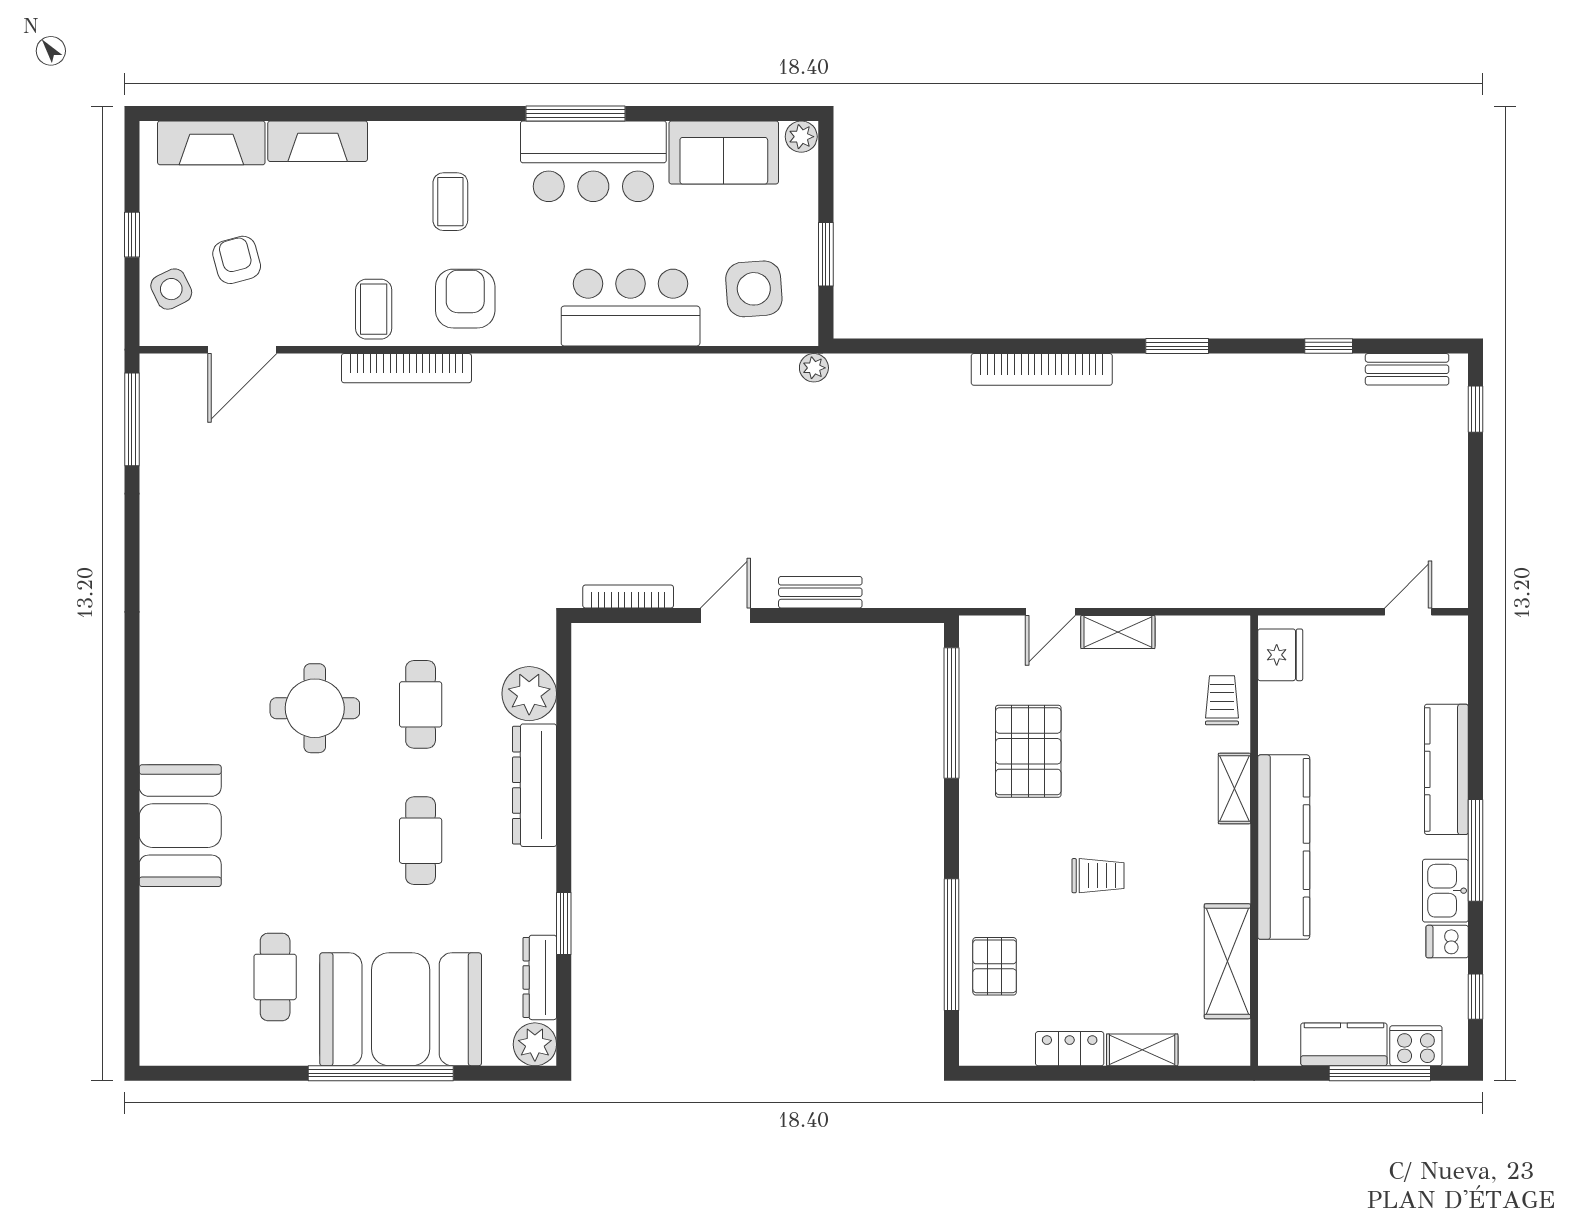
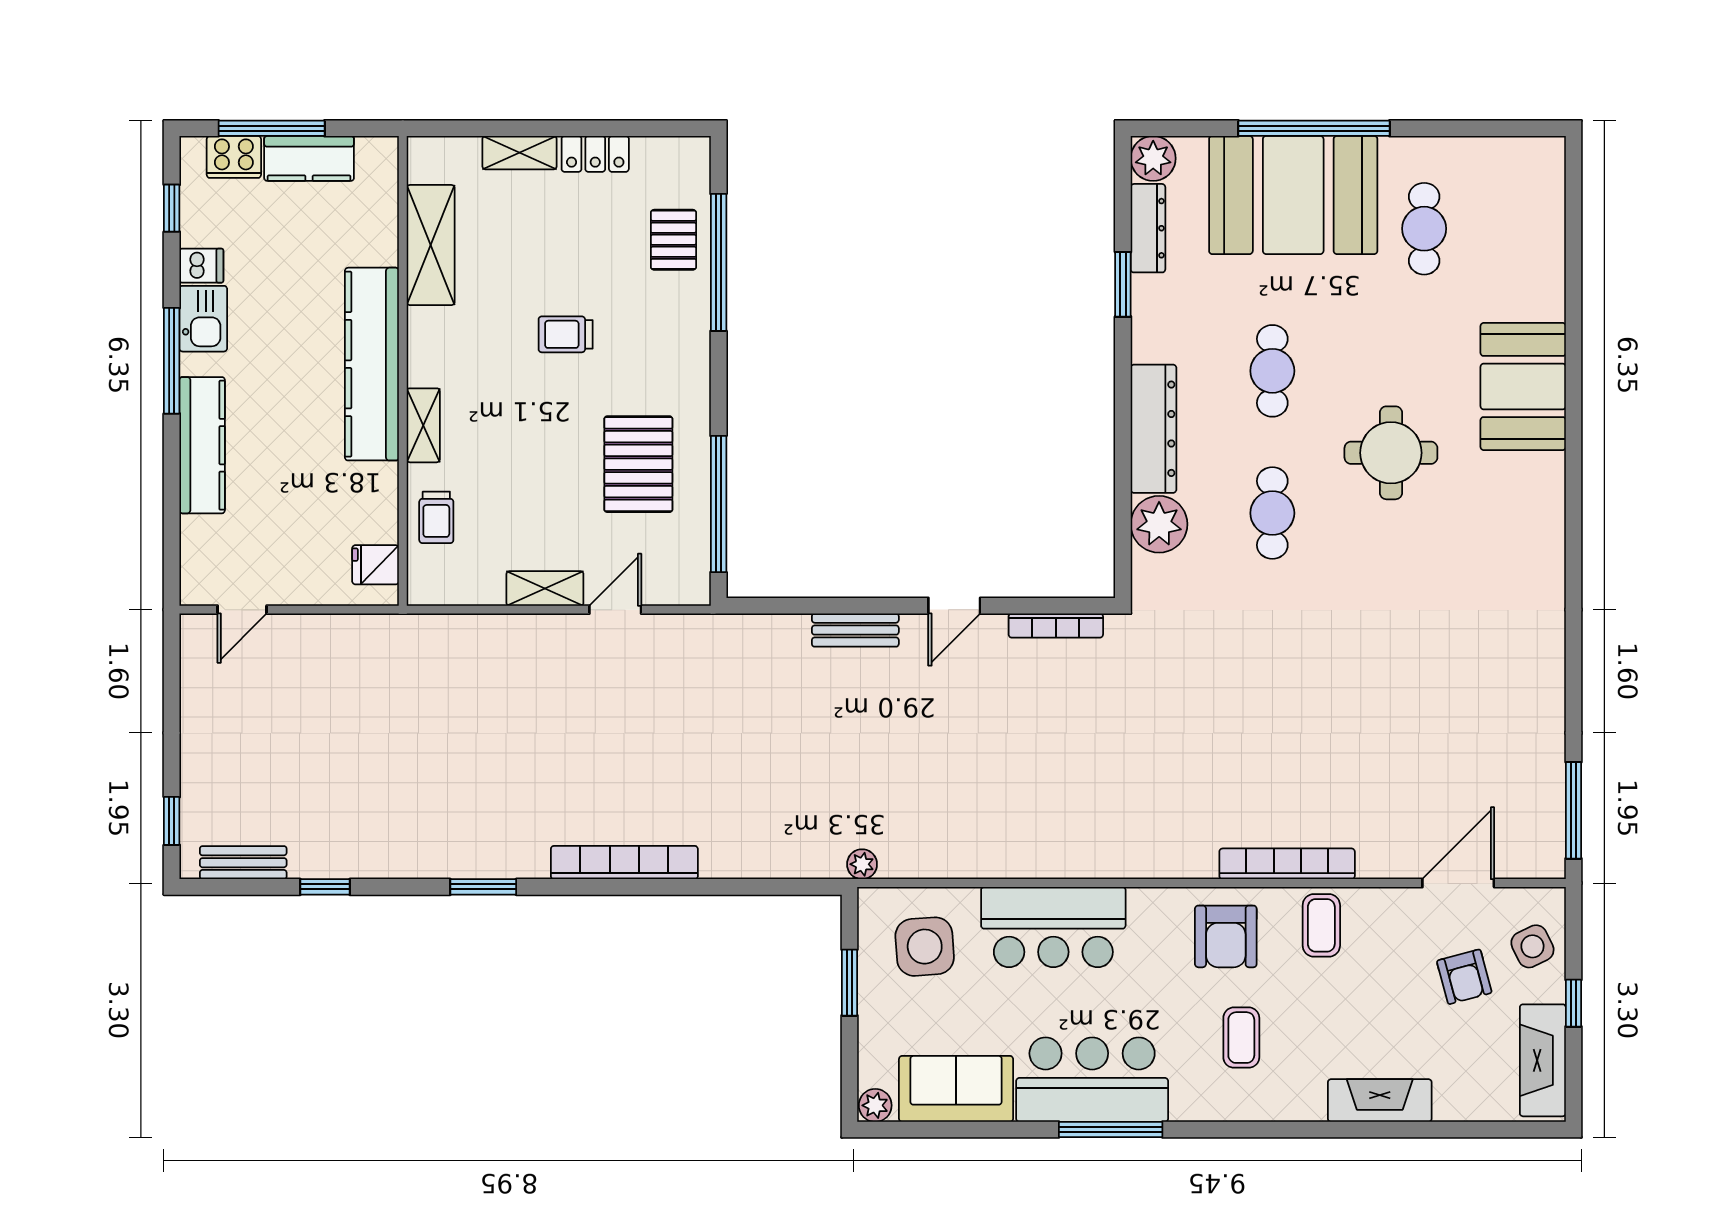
fireplace: (211, 143) -> (1543, 1060), moved, turned -90
fridge: (1280, 655) -> (376, 565), width x0.72
round table: (315, 708) -> (1391, 453), moved

